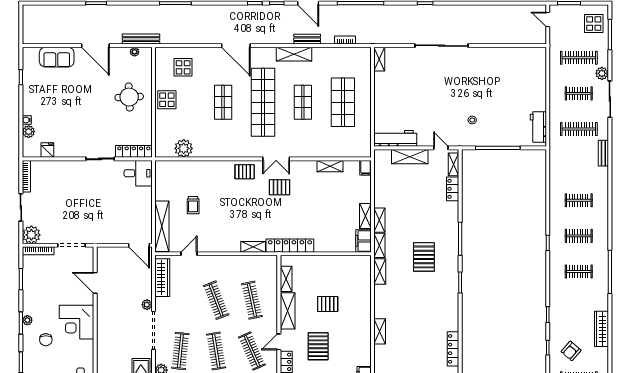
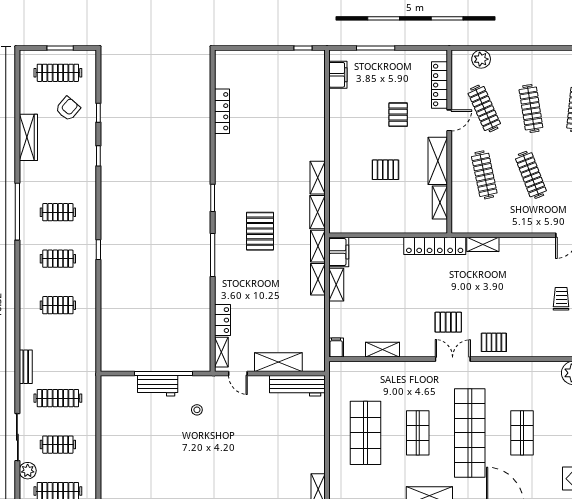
workbench: (538, 127) -> (158, 386), moved, turned 90
shelving: (380, 331) -> (318, 178), moved
pallet: (318, 346) -> (398, 115), width x0.67, depth x0.71

